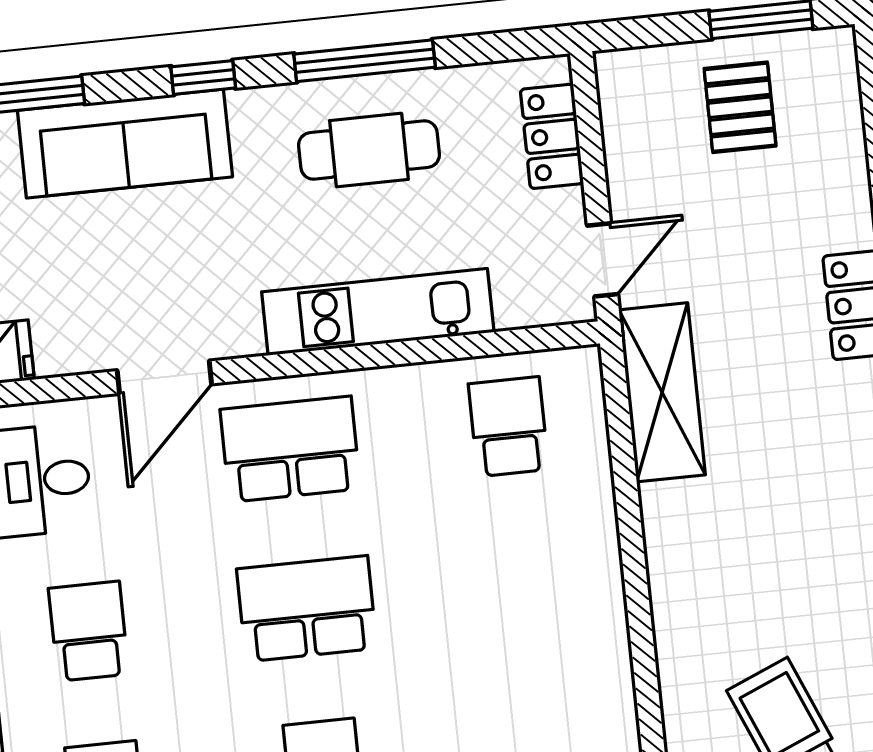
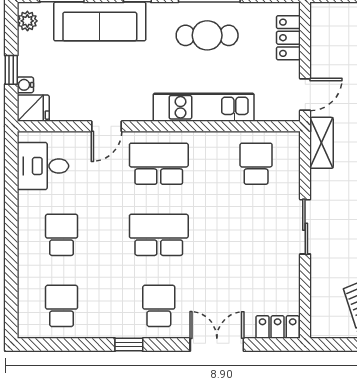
door: (164, 377) -> (106, 126), width x0.73
shelving: (662, 392) -> (322, 143), width x0.67, depth x0.75
sliding door: (633, 557) -> (305, 227), added

